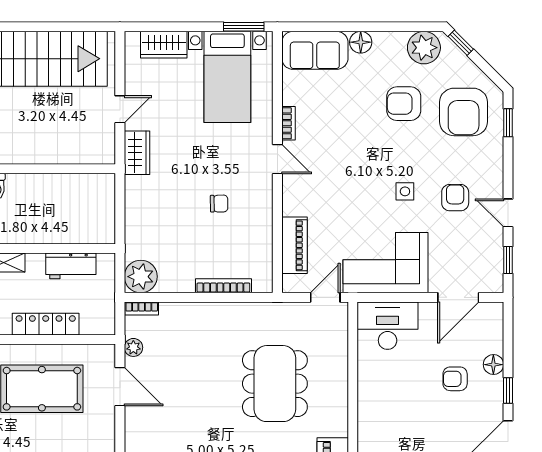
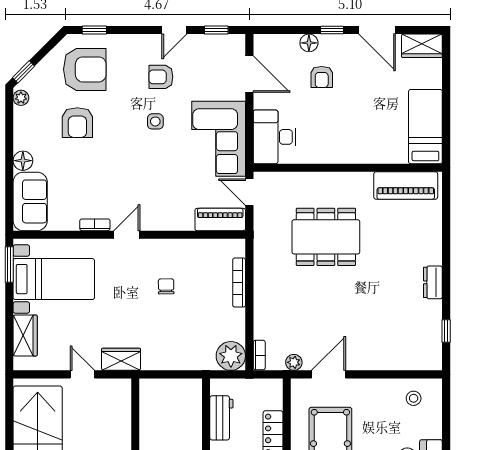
plant: (424, 48) -> (21, 98), width x0.53, depth x0.53
piano: (294, 245) -> (220, 219), moved

